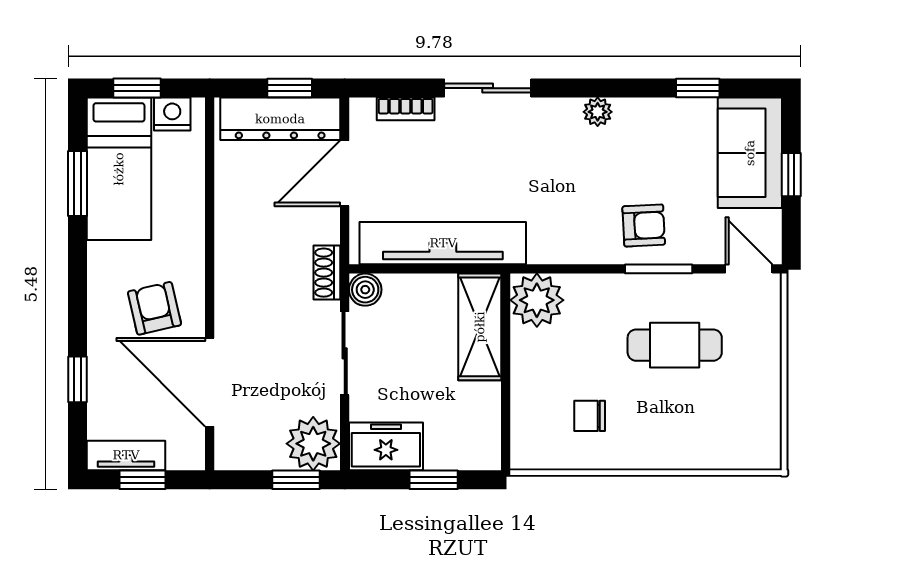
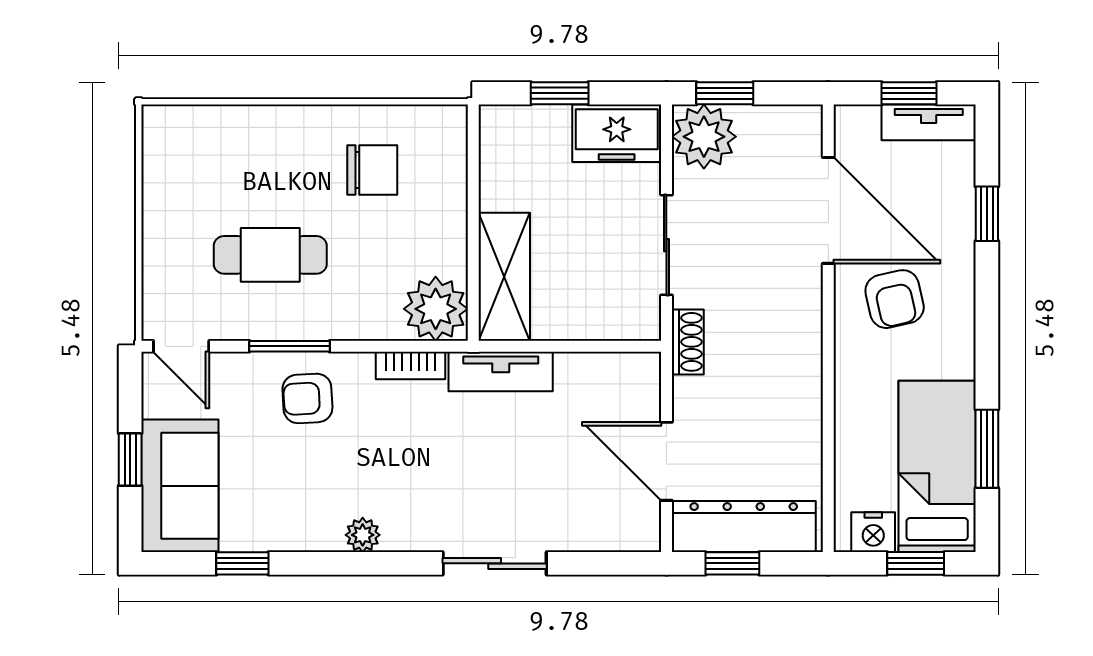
bookcase: (406, 109) -> (411, 366), moved, turned 180
door: (345, 173) -> (666, 461), swing flipped
tv unit: (443, 243) -> (501, 372), width x0.52, depth x0.78
boiler: (365, 290) -> (642, 321), removed
chair: (590, 416) -> (372, 170), width x1.37, depth x1.37

